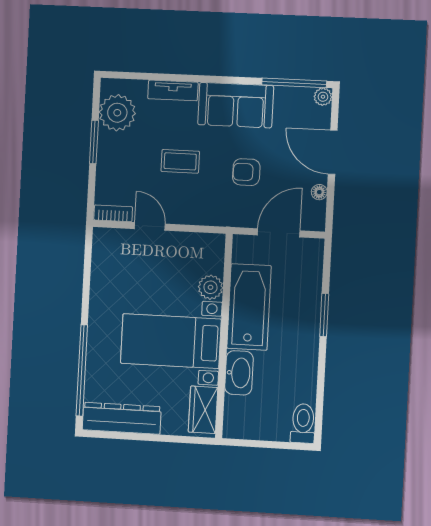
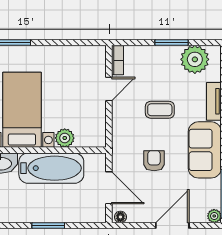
coffee table: (180, 161) -> (160, 110), turned 90
floor lamp: (319, 192) -> (120, 217), moved

